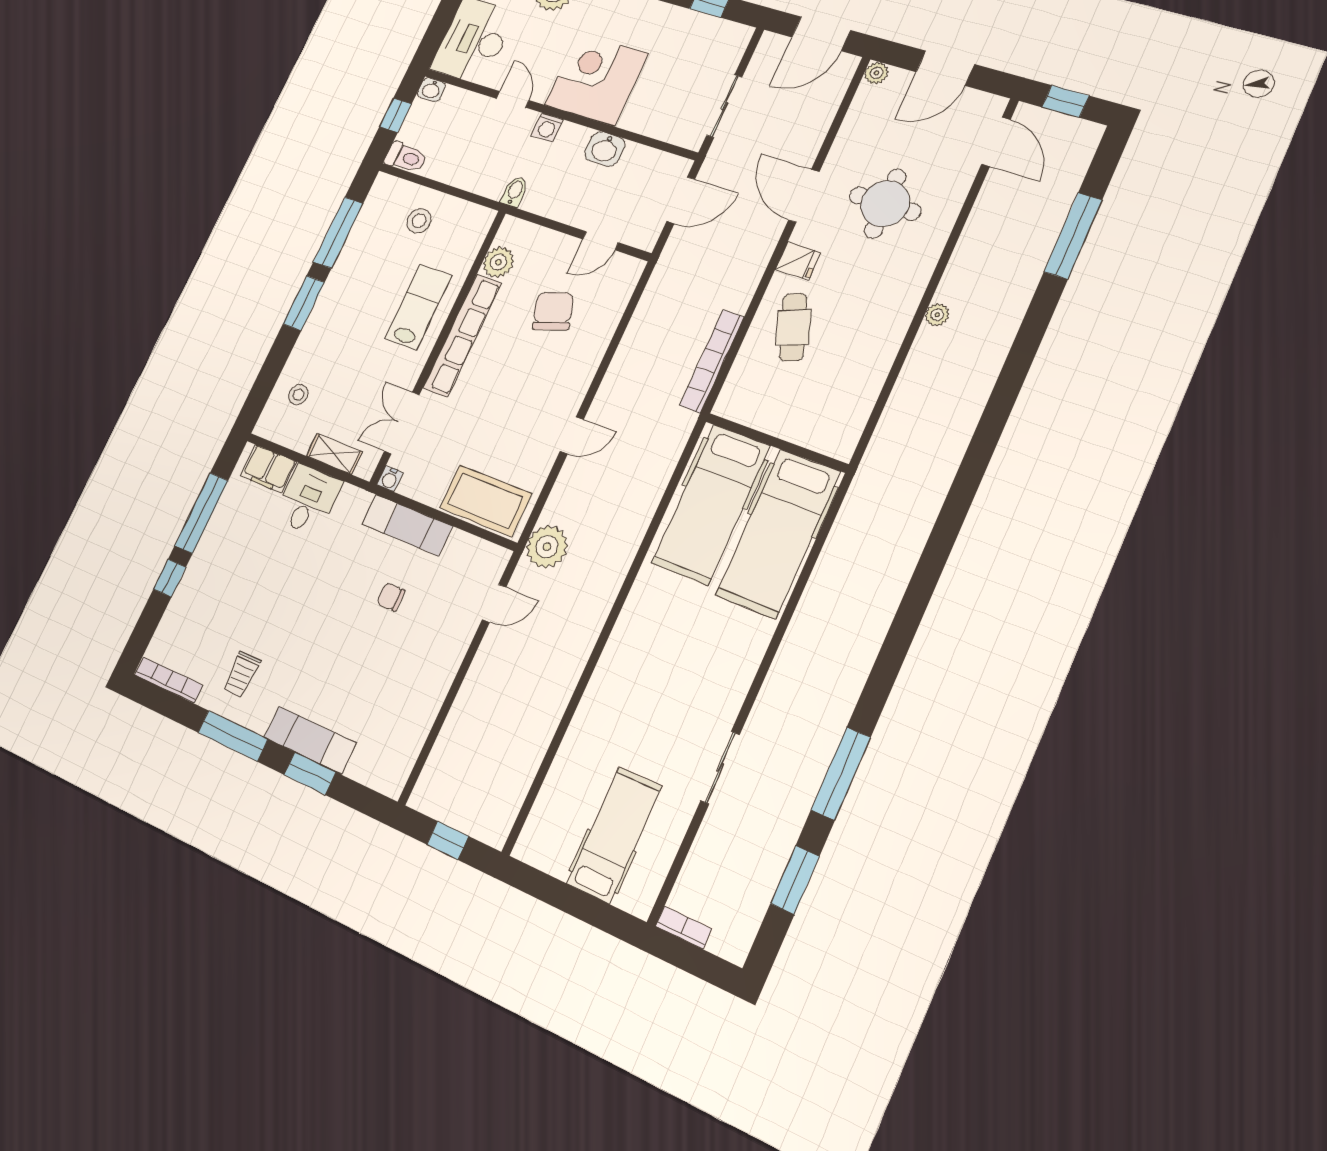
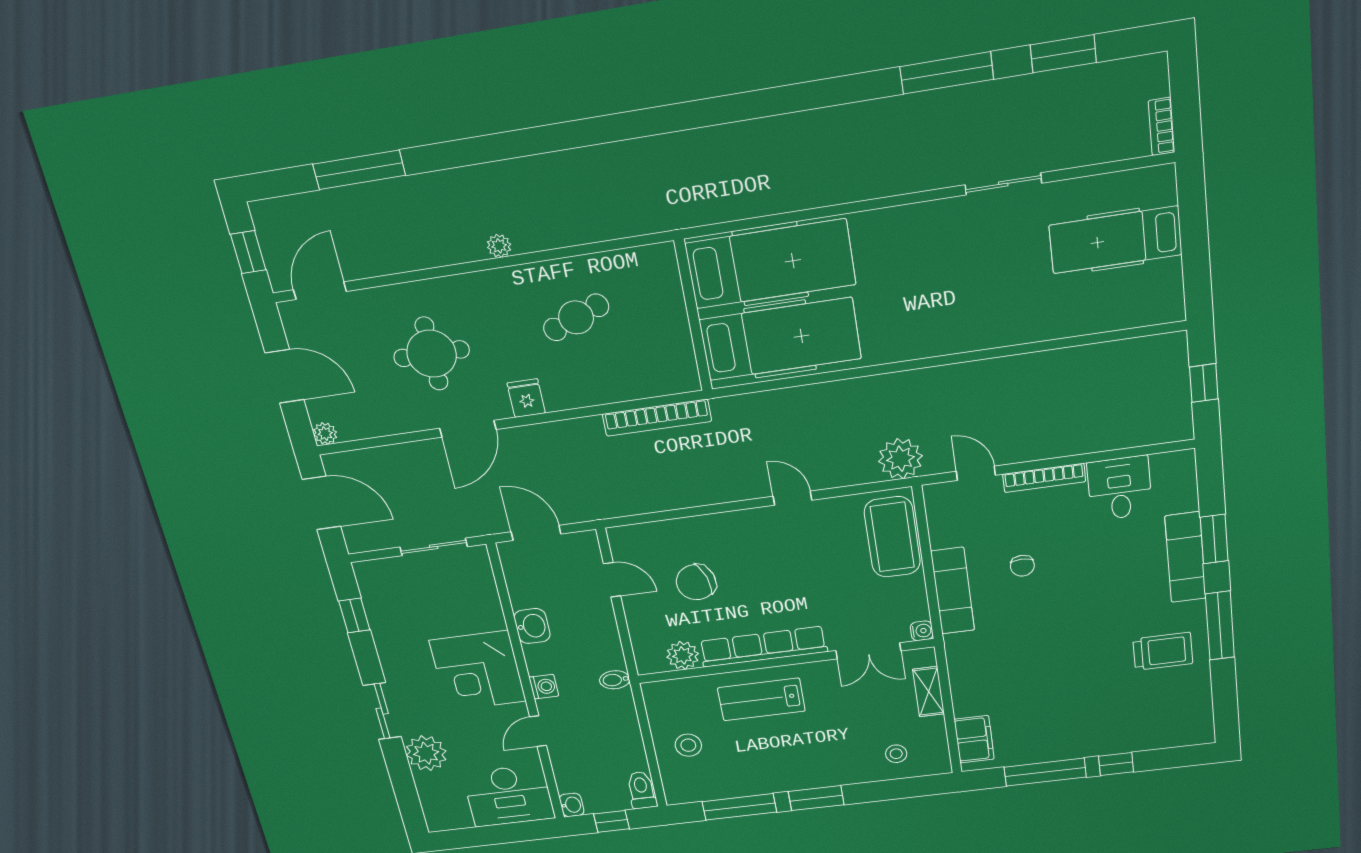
cafe table: (793, 327) -> (576, 317), moved
desk: (308, 500) -> (1120, 488), moved, turned 90
trolley: (242, 674) -> (1163, 651), width x1.36, depth x1.39
bookcase: (169, 680) -> (1044, 478), moved, turned -90

